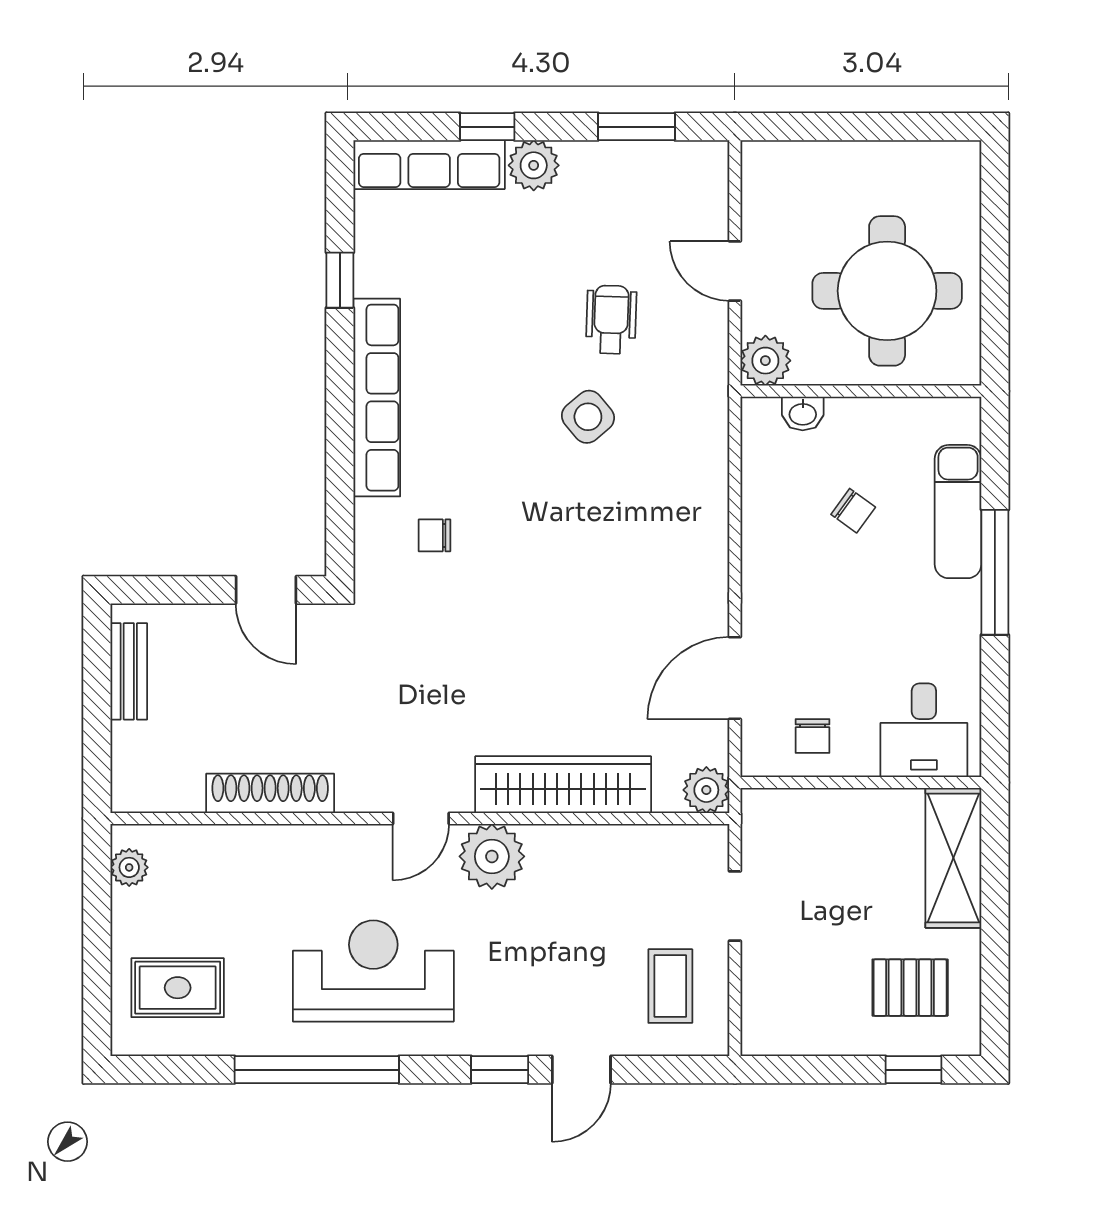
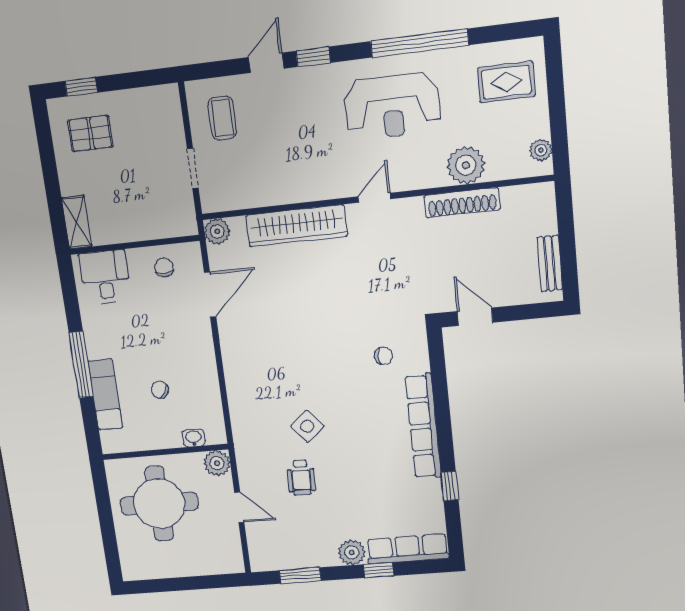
plant: (492, 856) -> (466, 165), moved
shelving: (953, 858) -> (77, 222), width x0.67, depth x0.75

